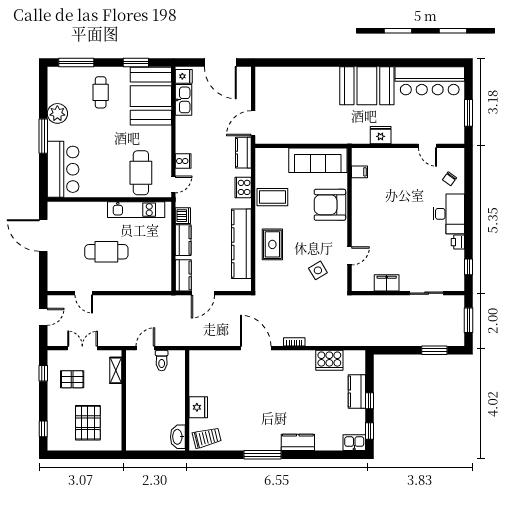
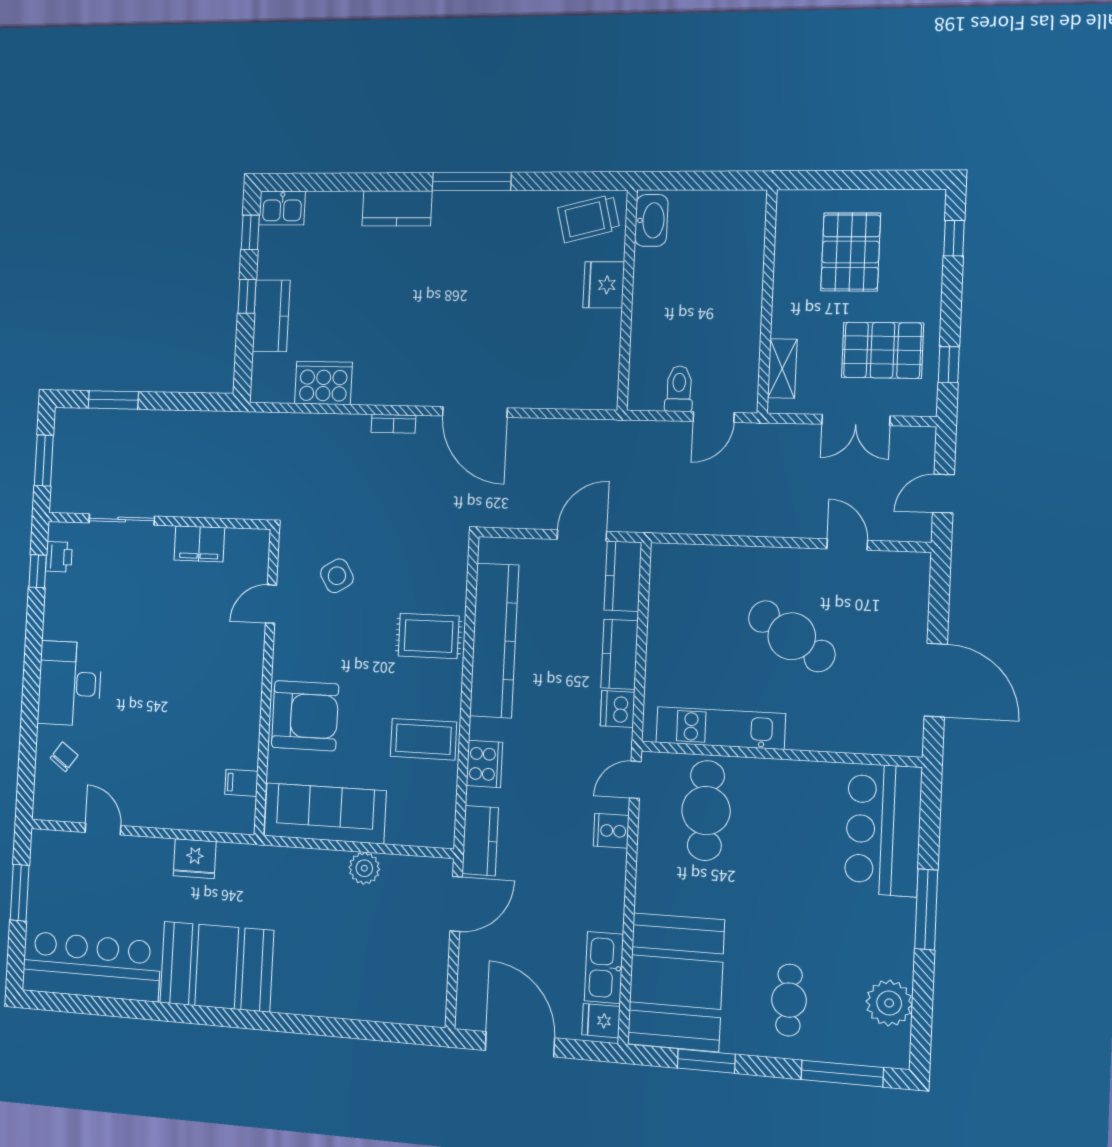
plant: (57, 113) -> (889, 1003), moved
plant: (298, 136) -> (364, 868), added
printer: (458, 242) -> (59, 557), moved
rug: (272, 244) -> (429, 636), turned 90
cafe table: (106, 252) -> (792, 636), turned 33
pallet: (72, 379) -> (882, 350), width x1.50, depth x1.42

